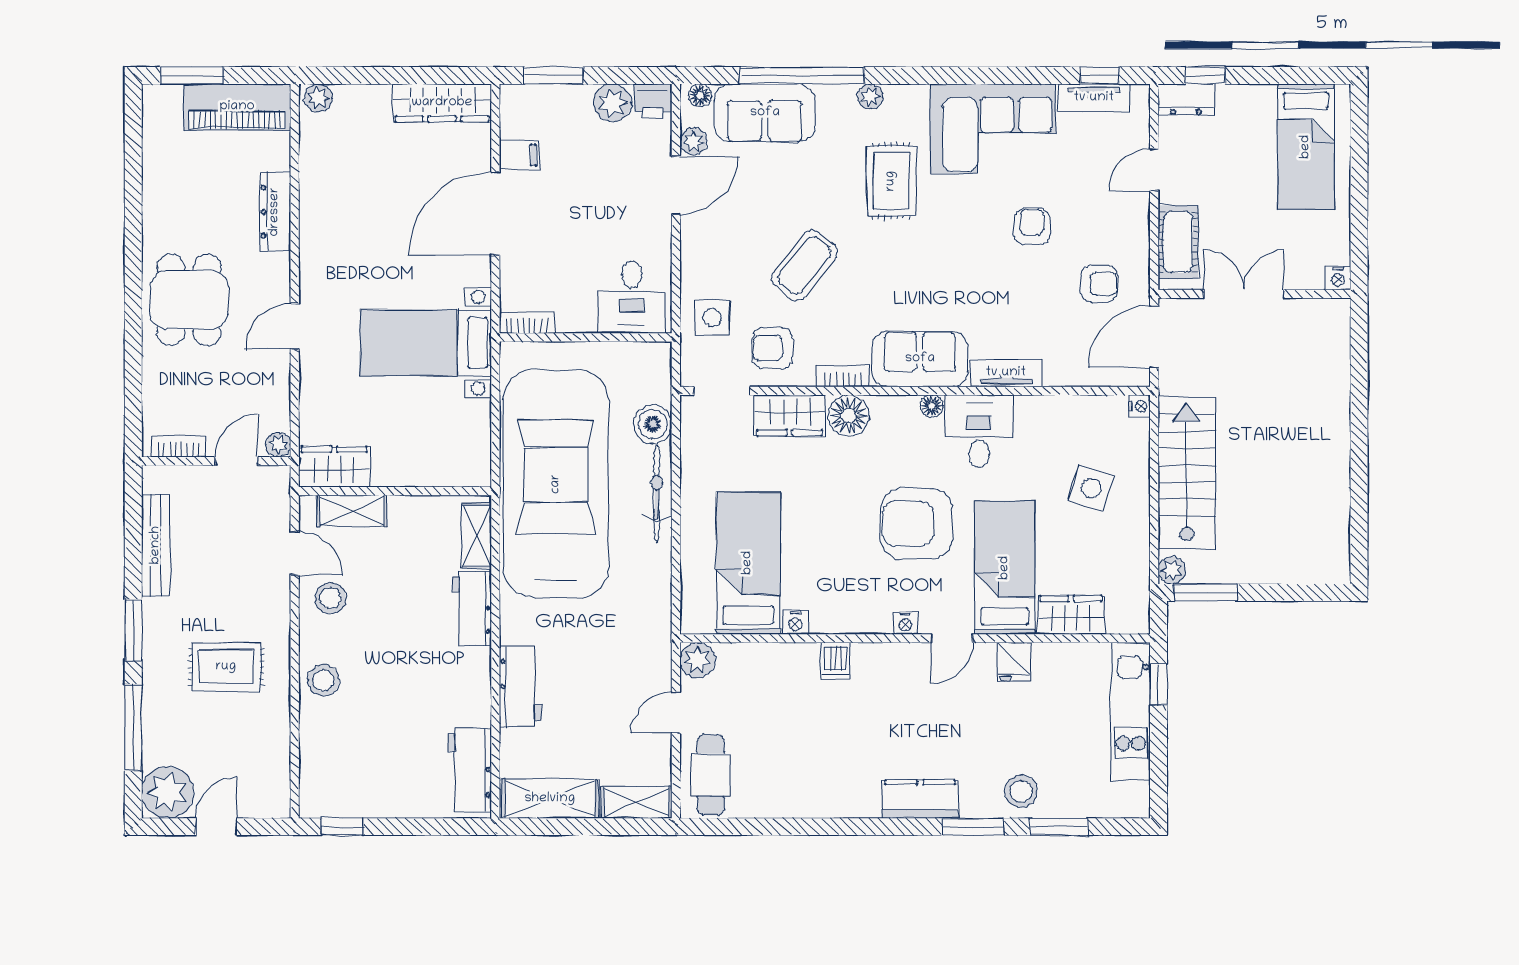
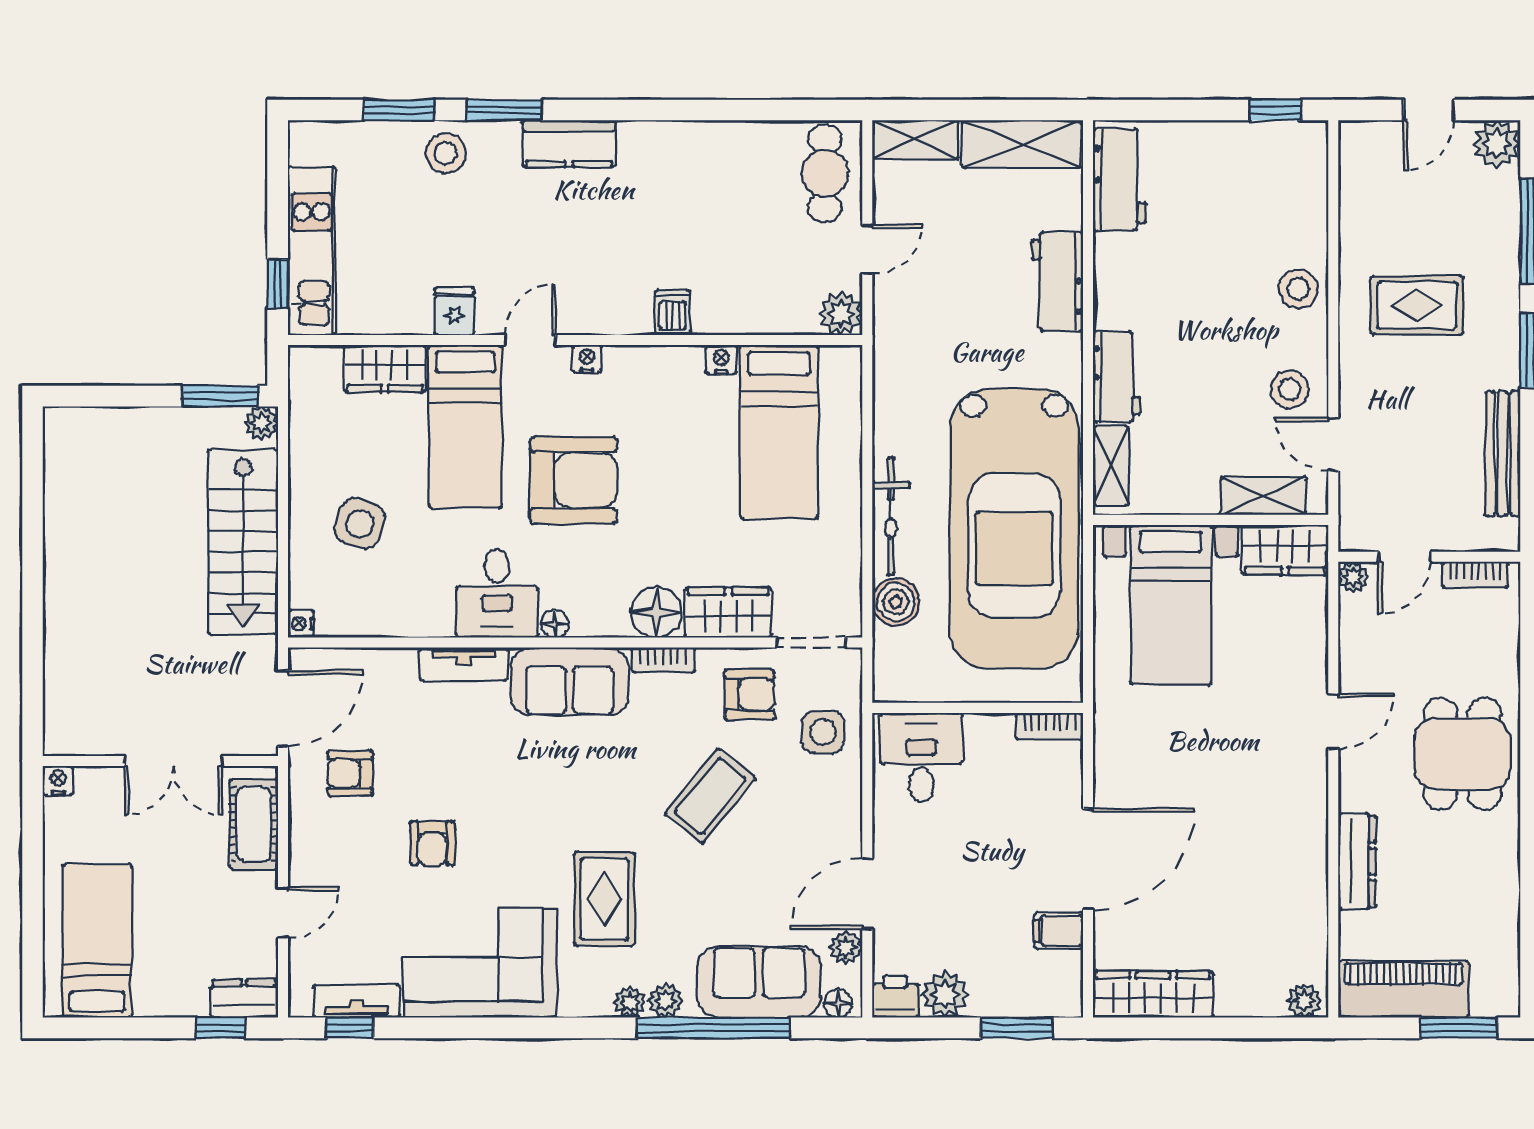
plant: (841, 98) -> (666, 1001), added
bed with nightstands: (426, 343) -> (1171, 605), moved, turned 90
plant: (168, 792) -> (1497, 144), width x0.73, depth x0.73

